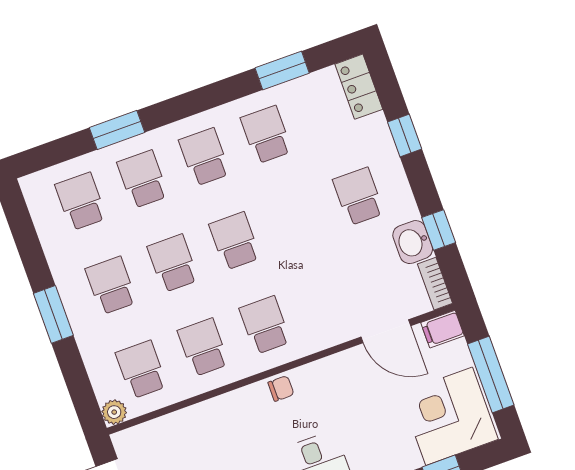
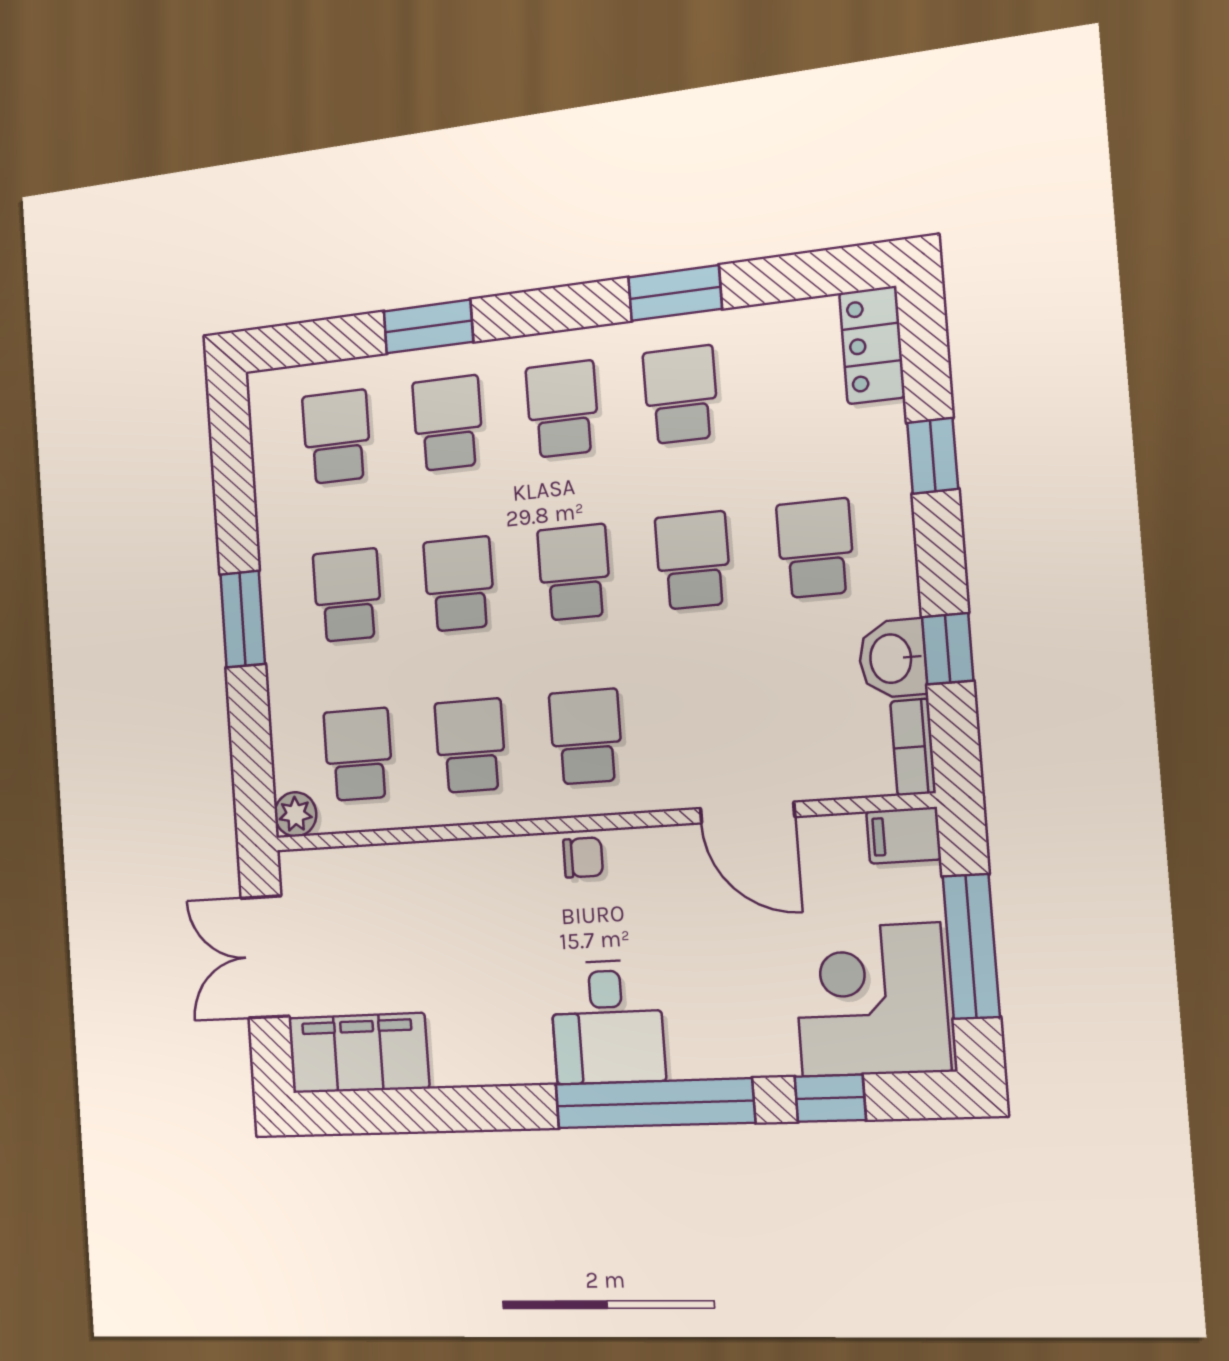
window: (282, 71) -> (675, 293), moved
school desk: (297, 219) -> (693, 561), added
door: (386, 331) -> (747, 813), moved

